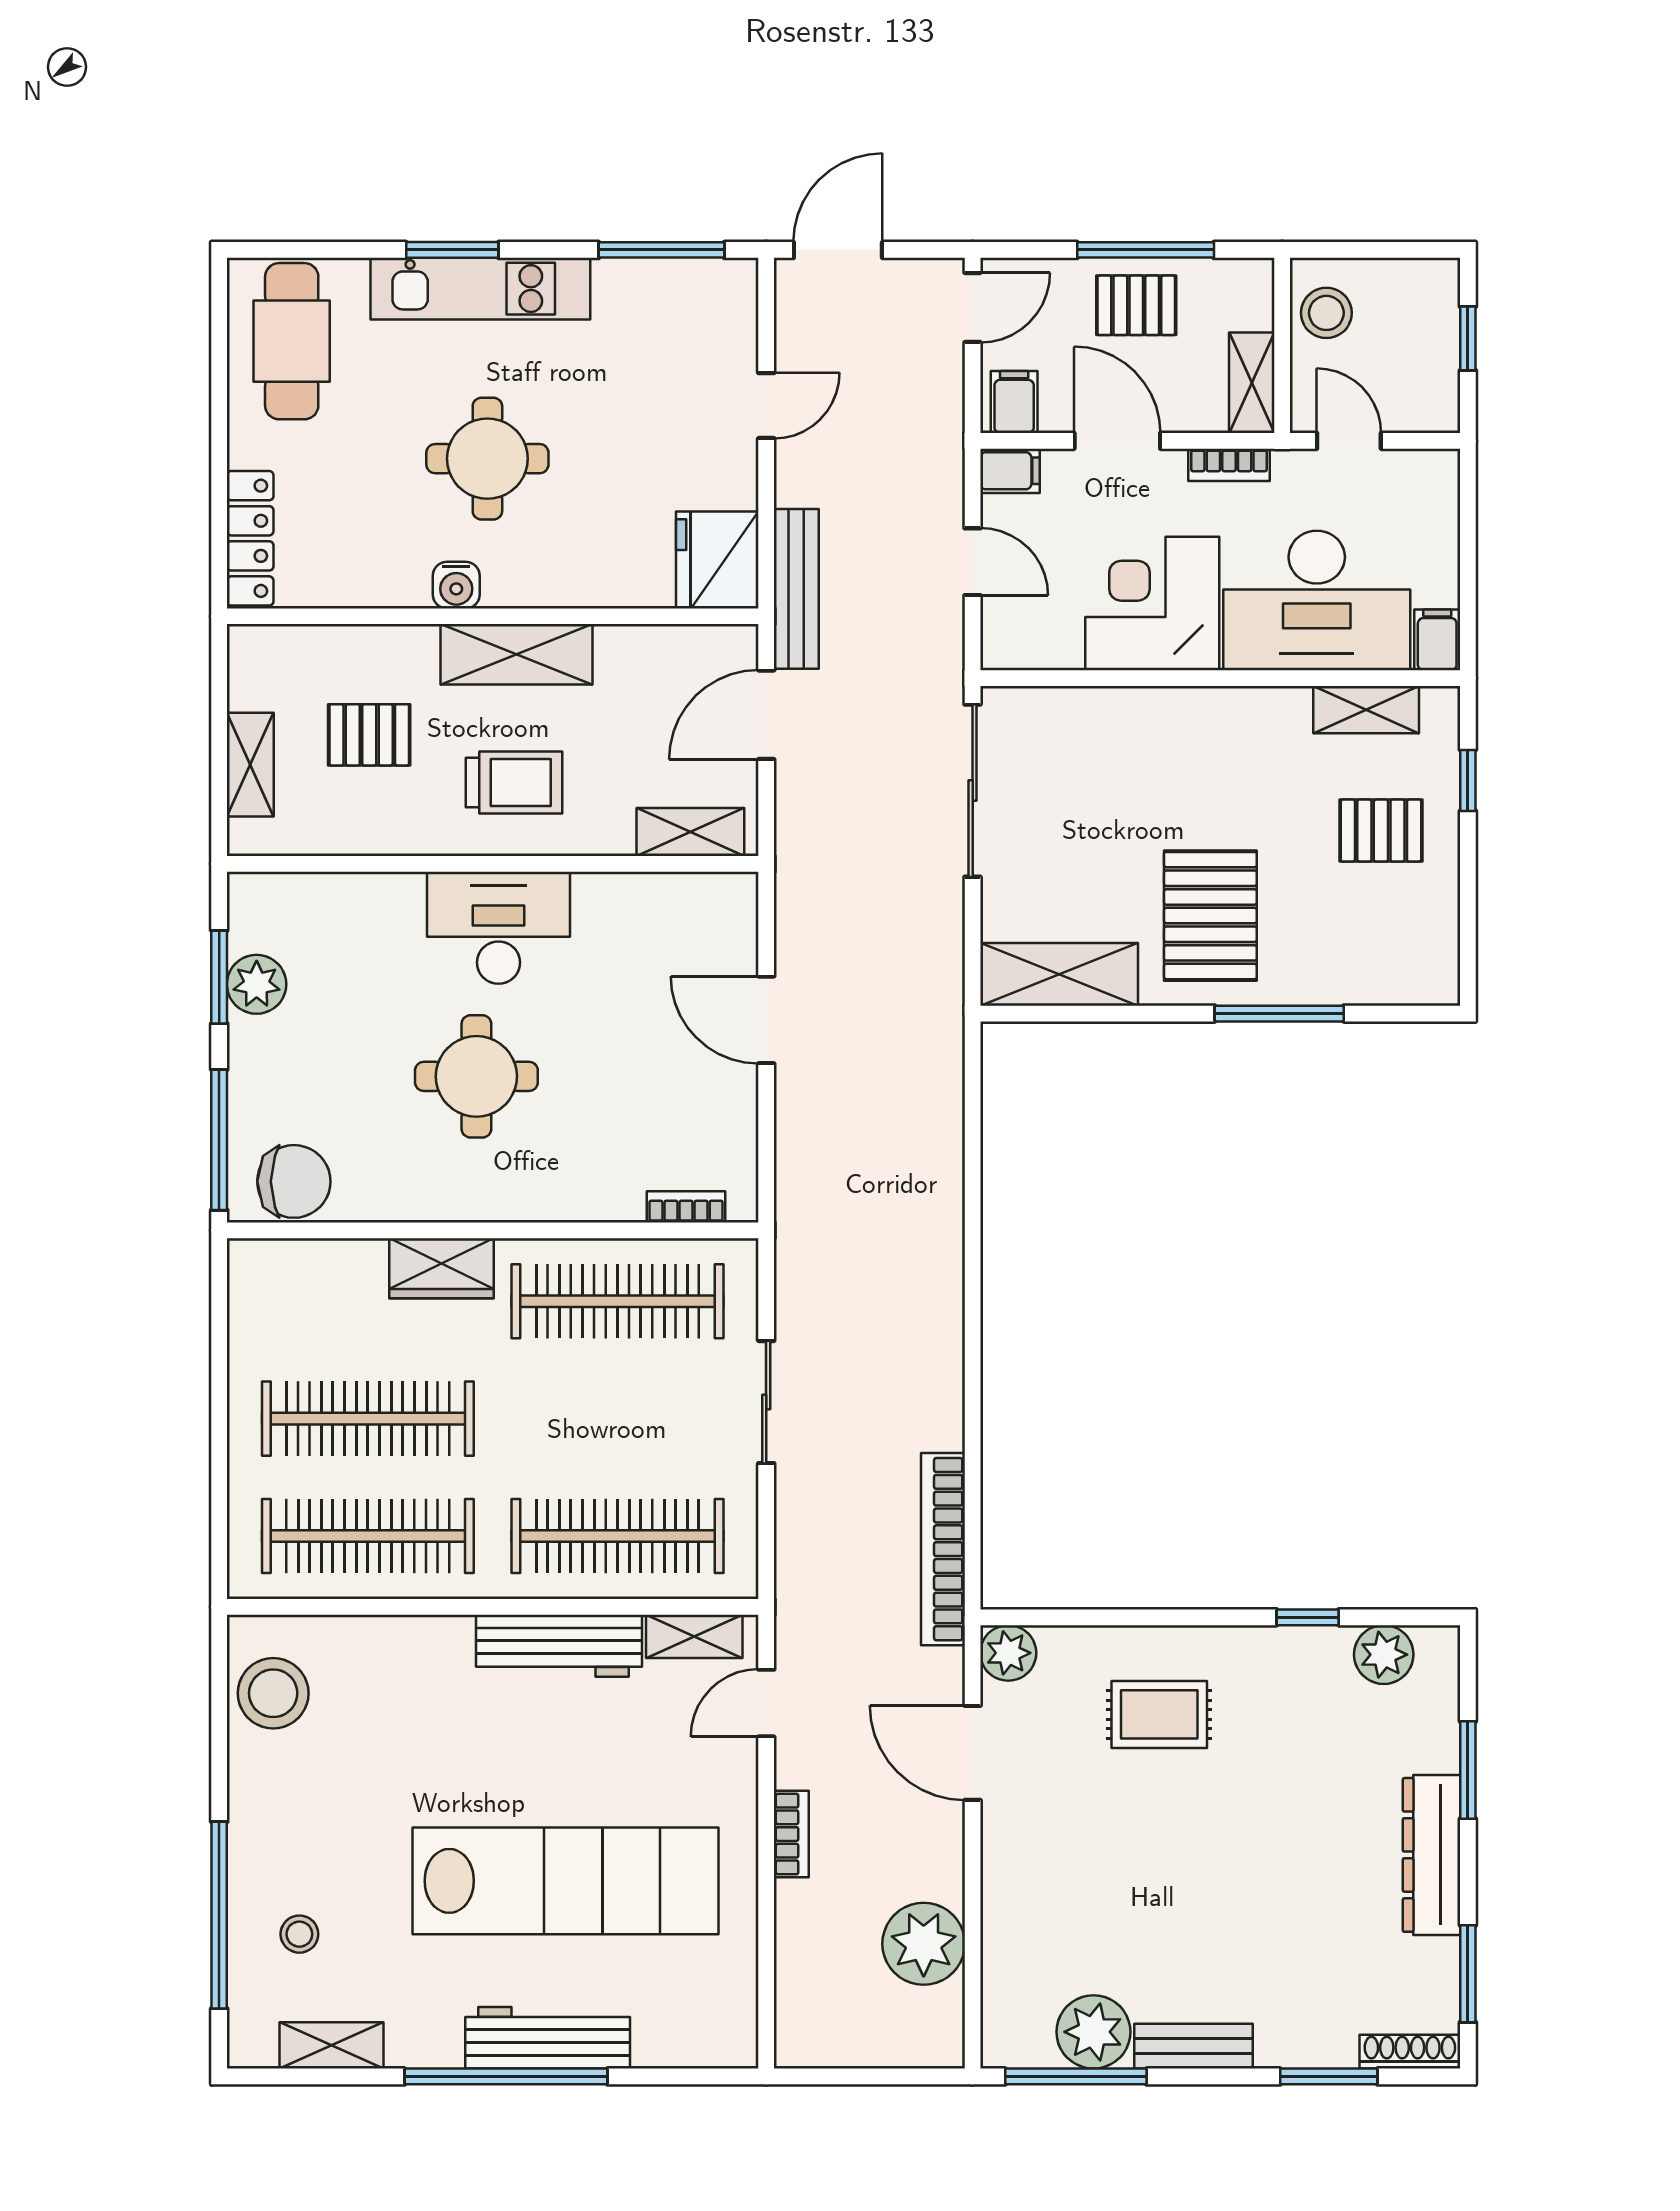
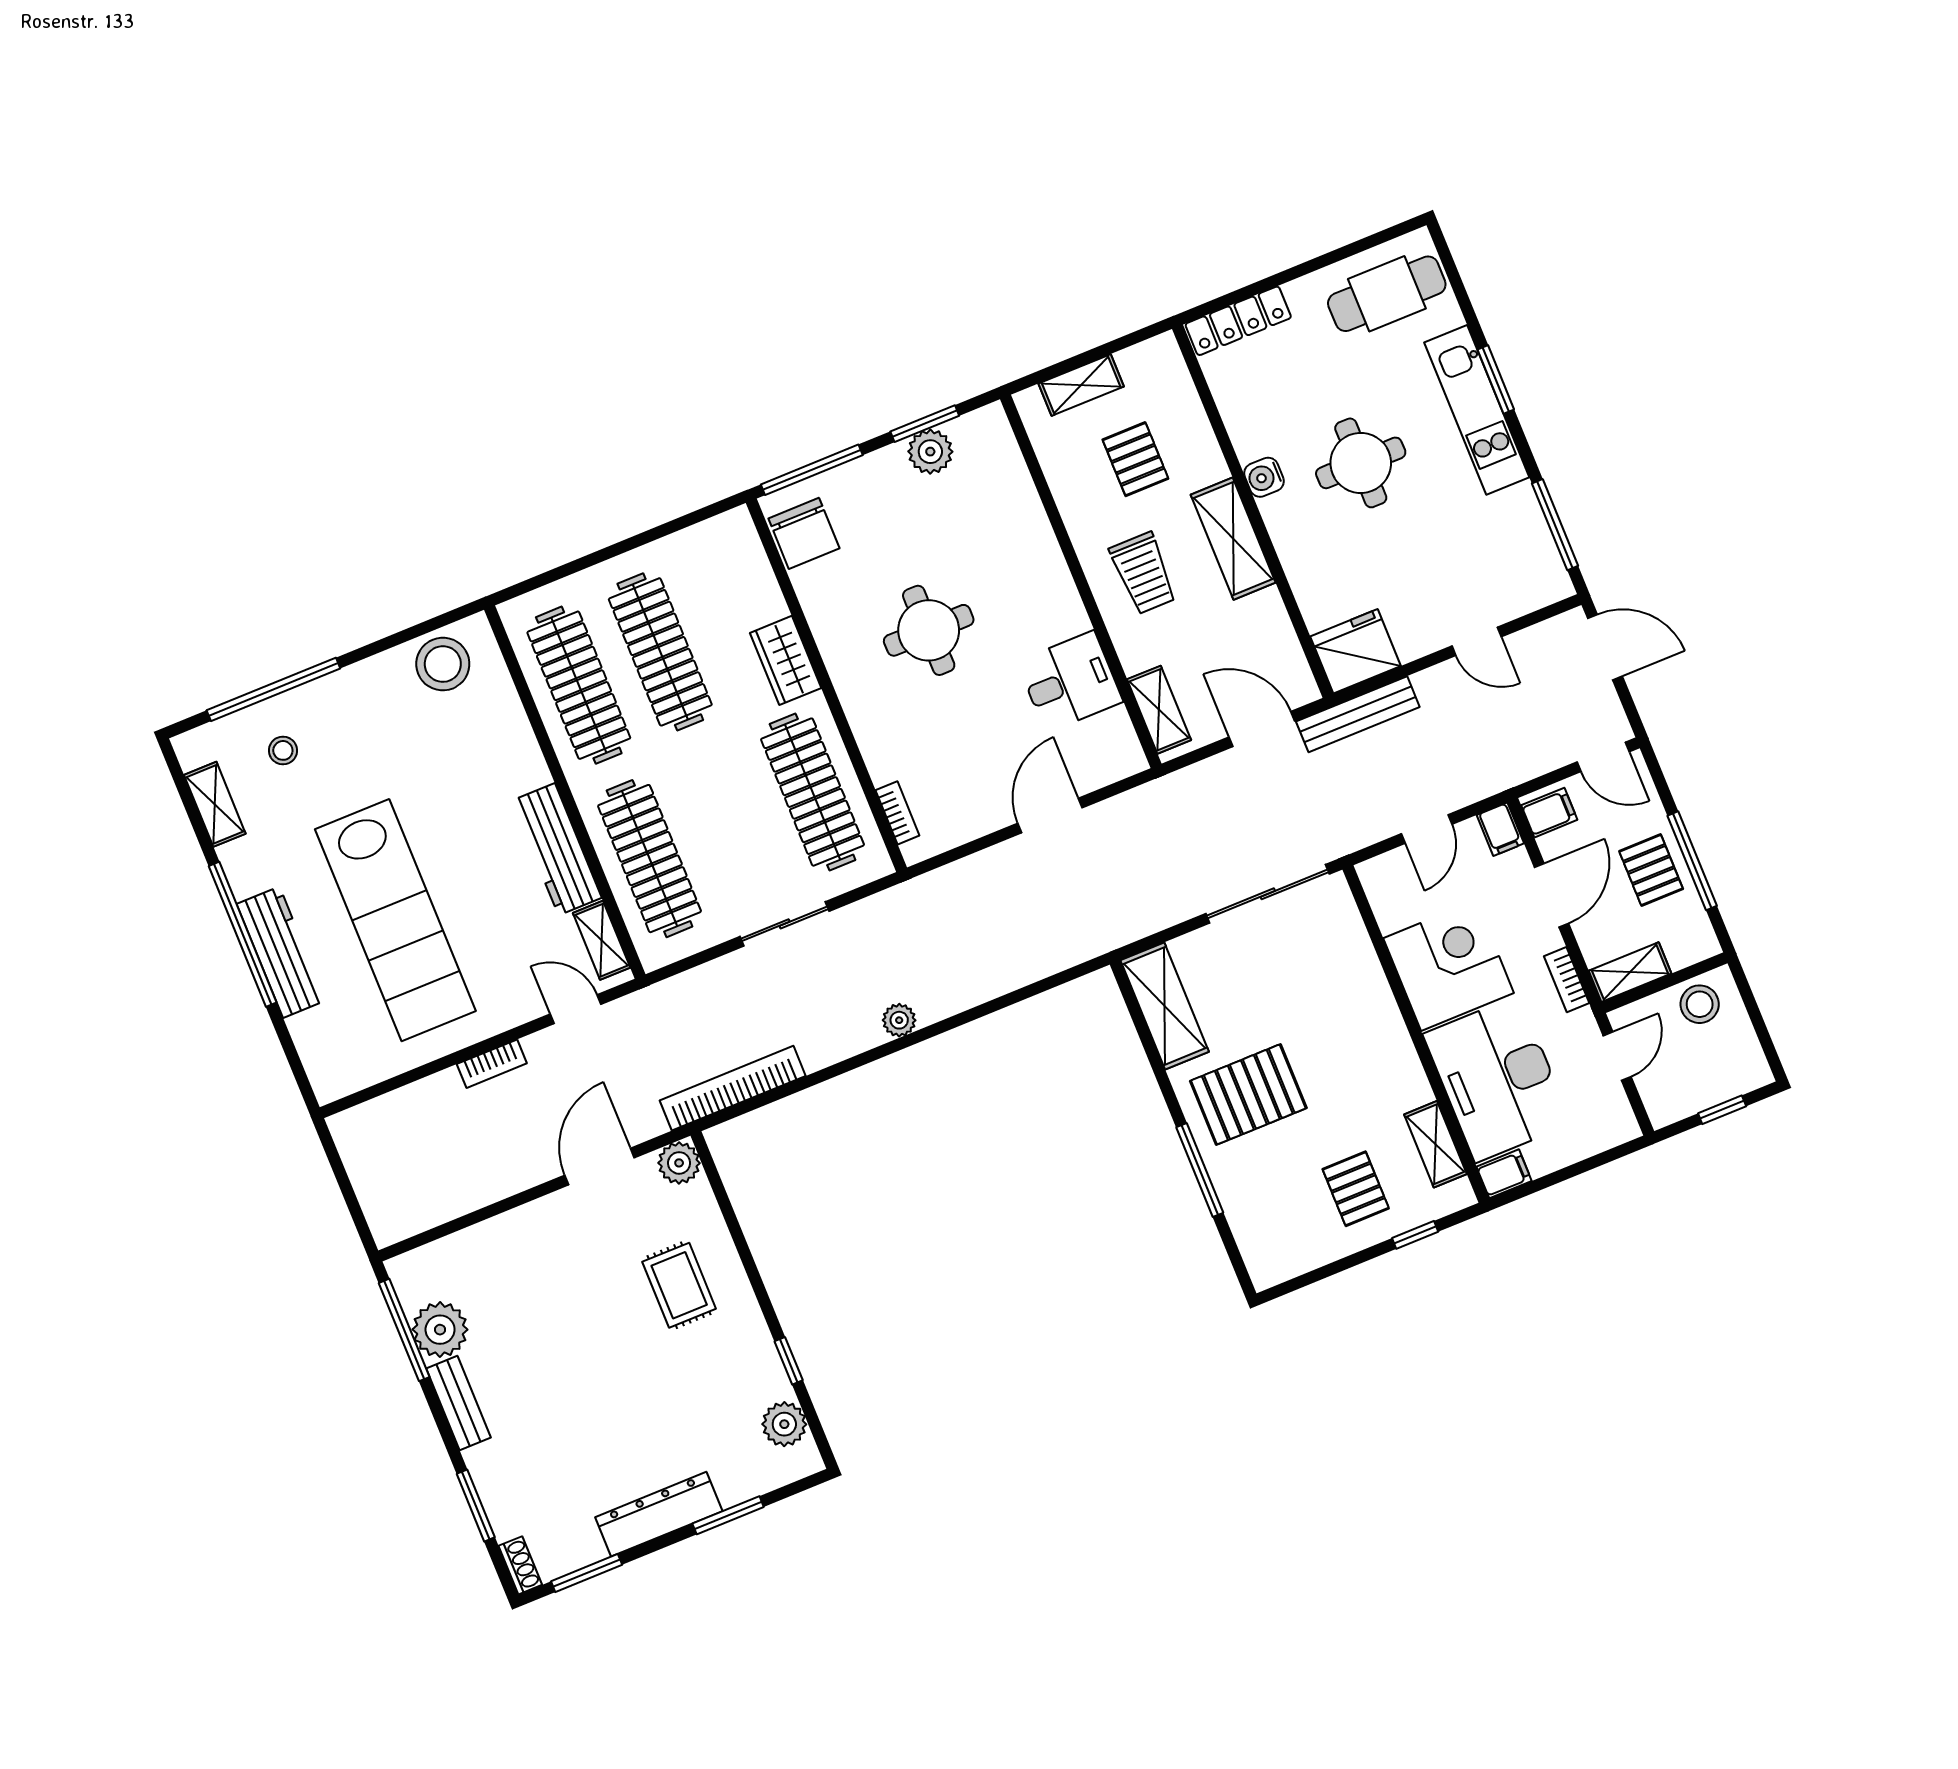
desk: (499, 928) -> (1070, 682), moved, width x0.73
plant: (924, 1944) -> (899, 1020), moved, width x0.53, depth x0.53
shoe rack: (1410, 2052) -> (520, 1565), width x0.70

